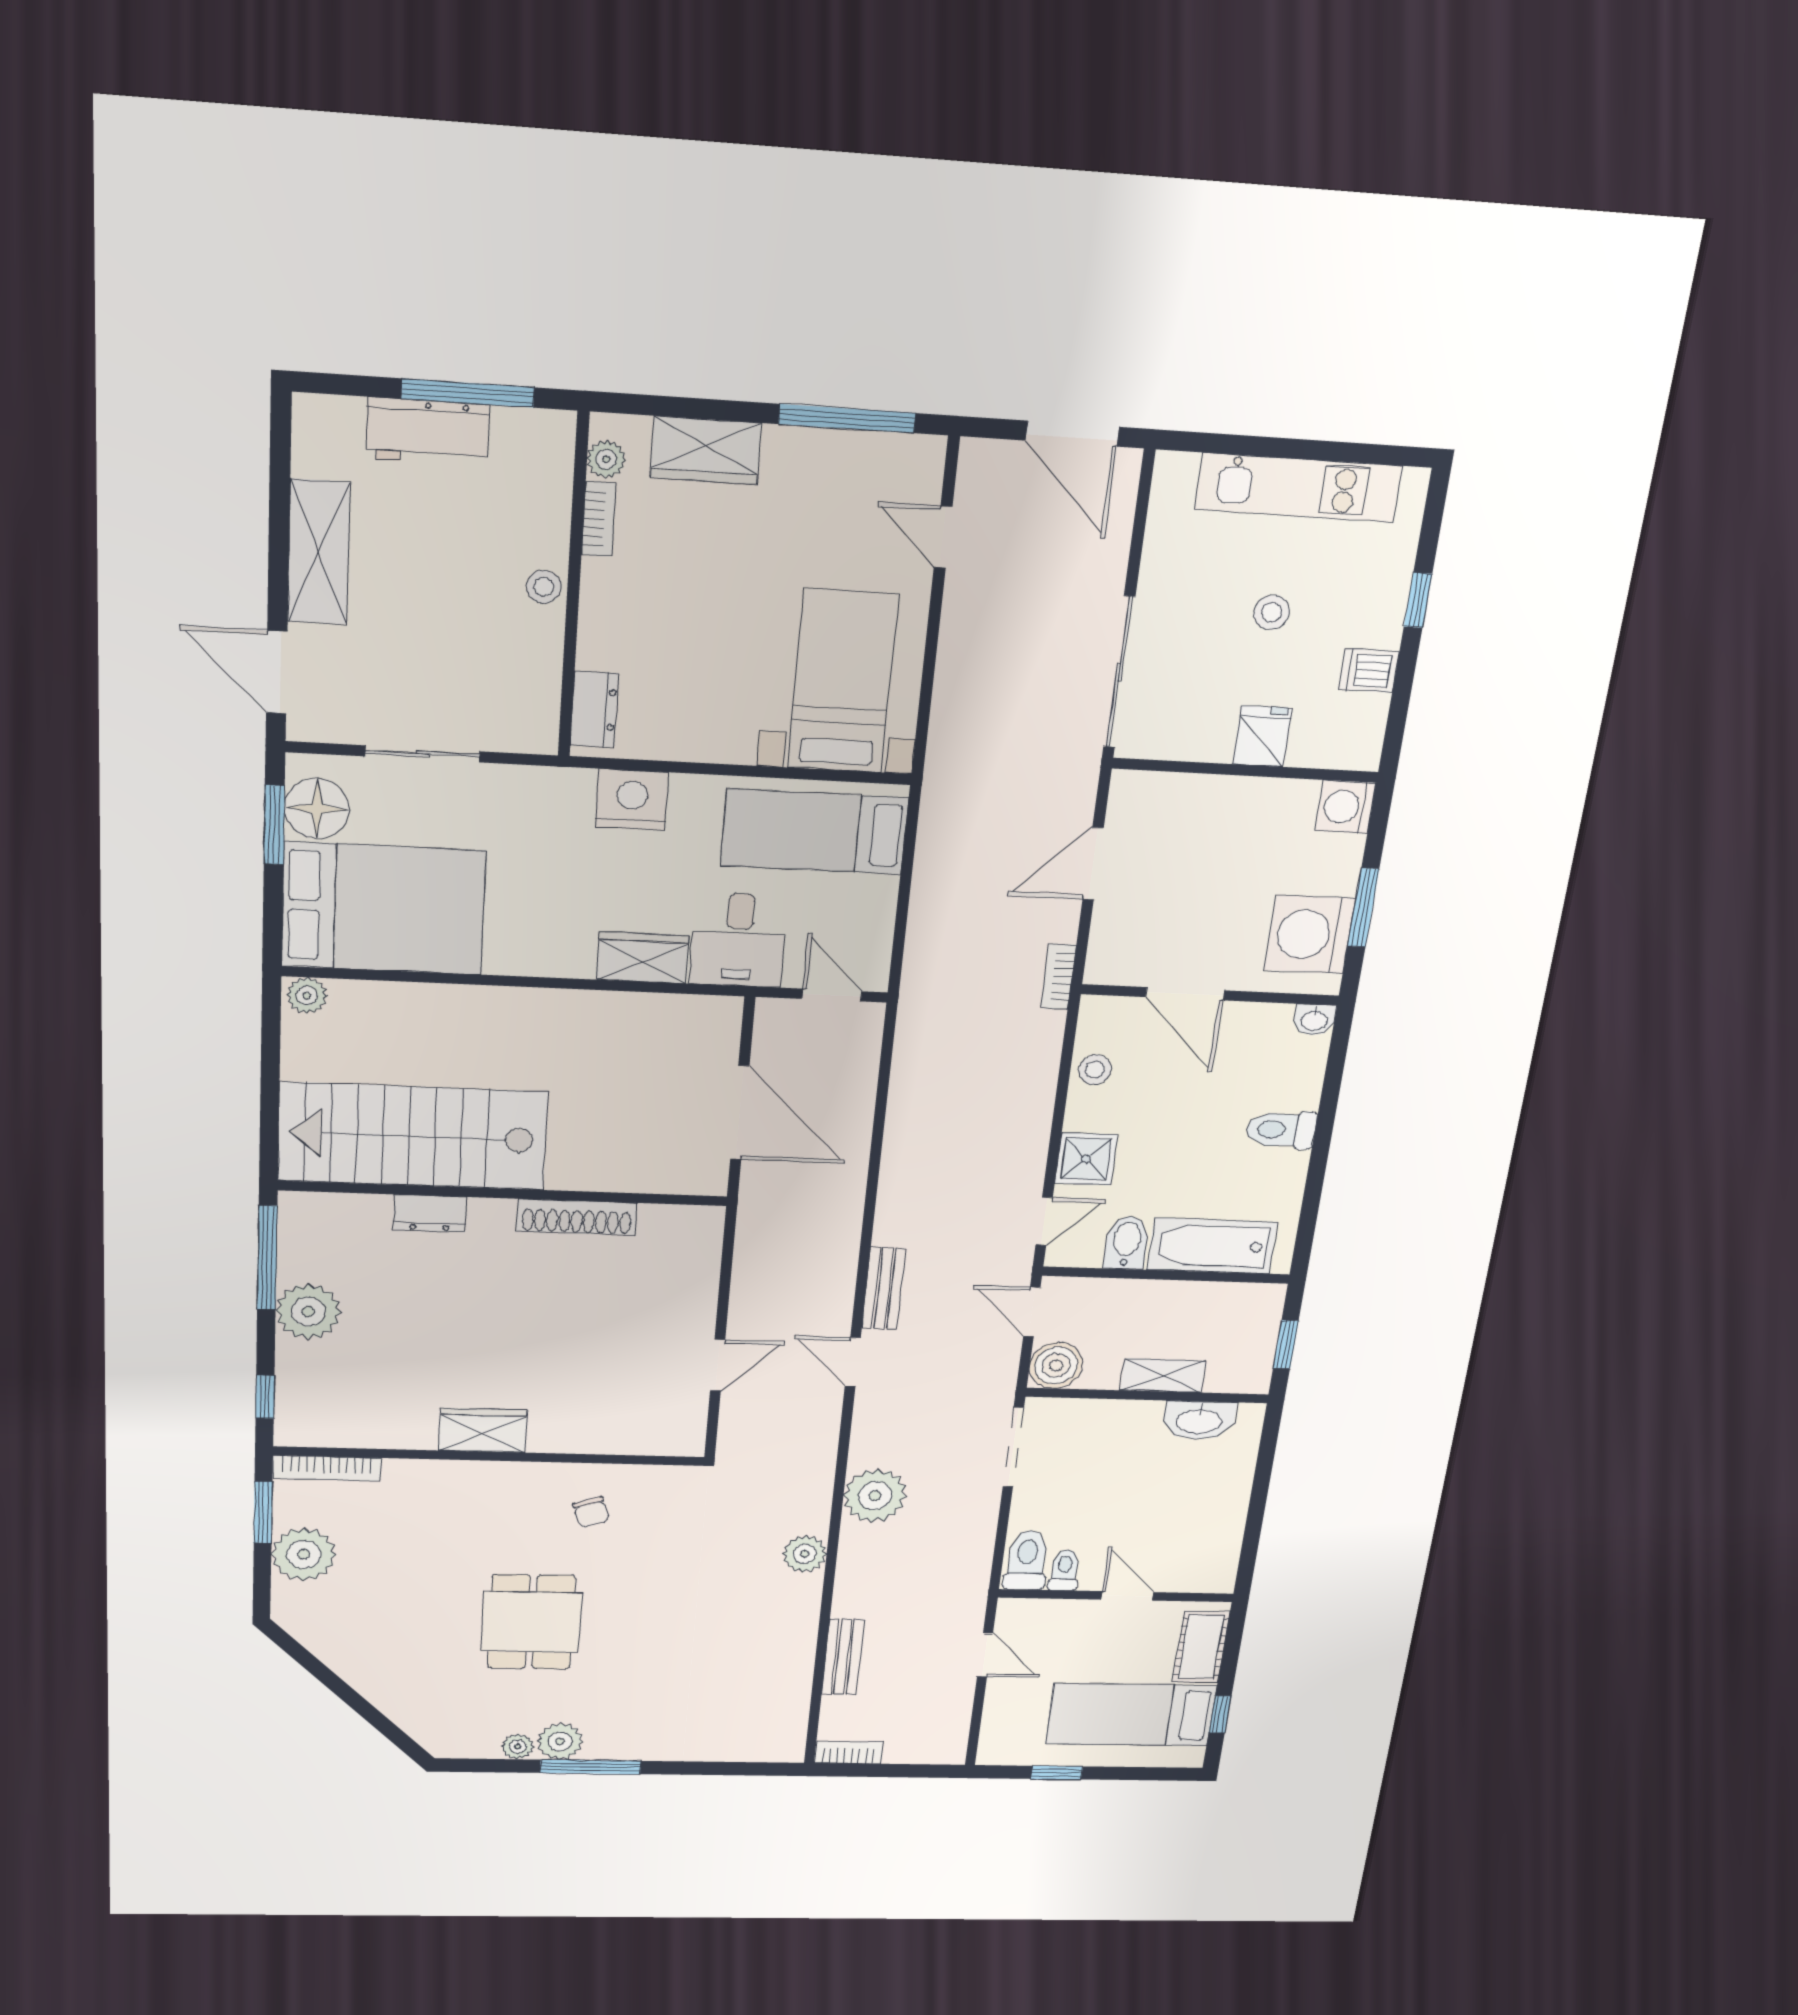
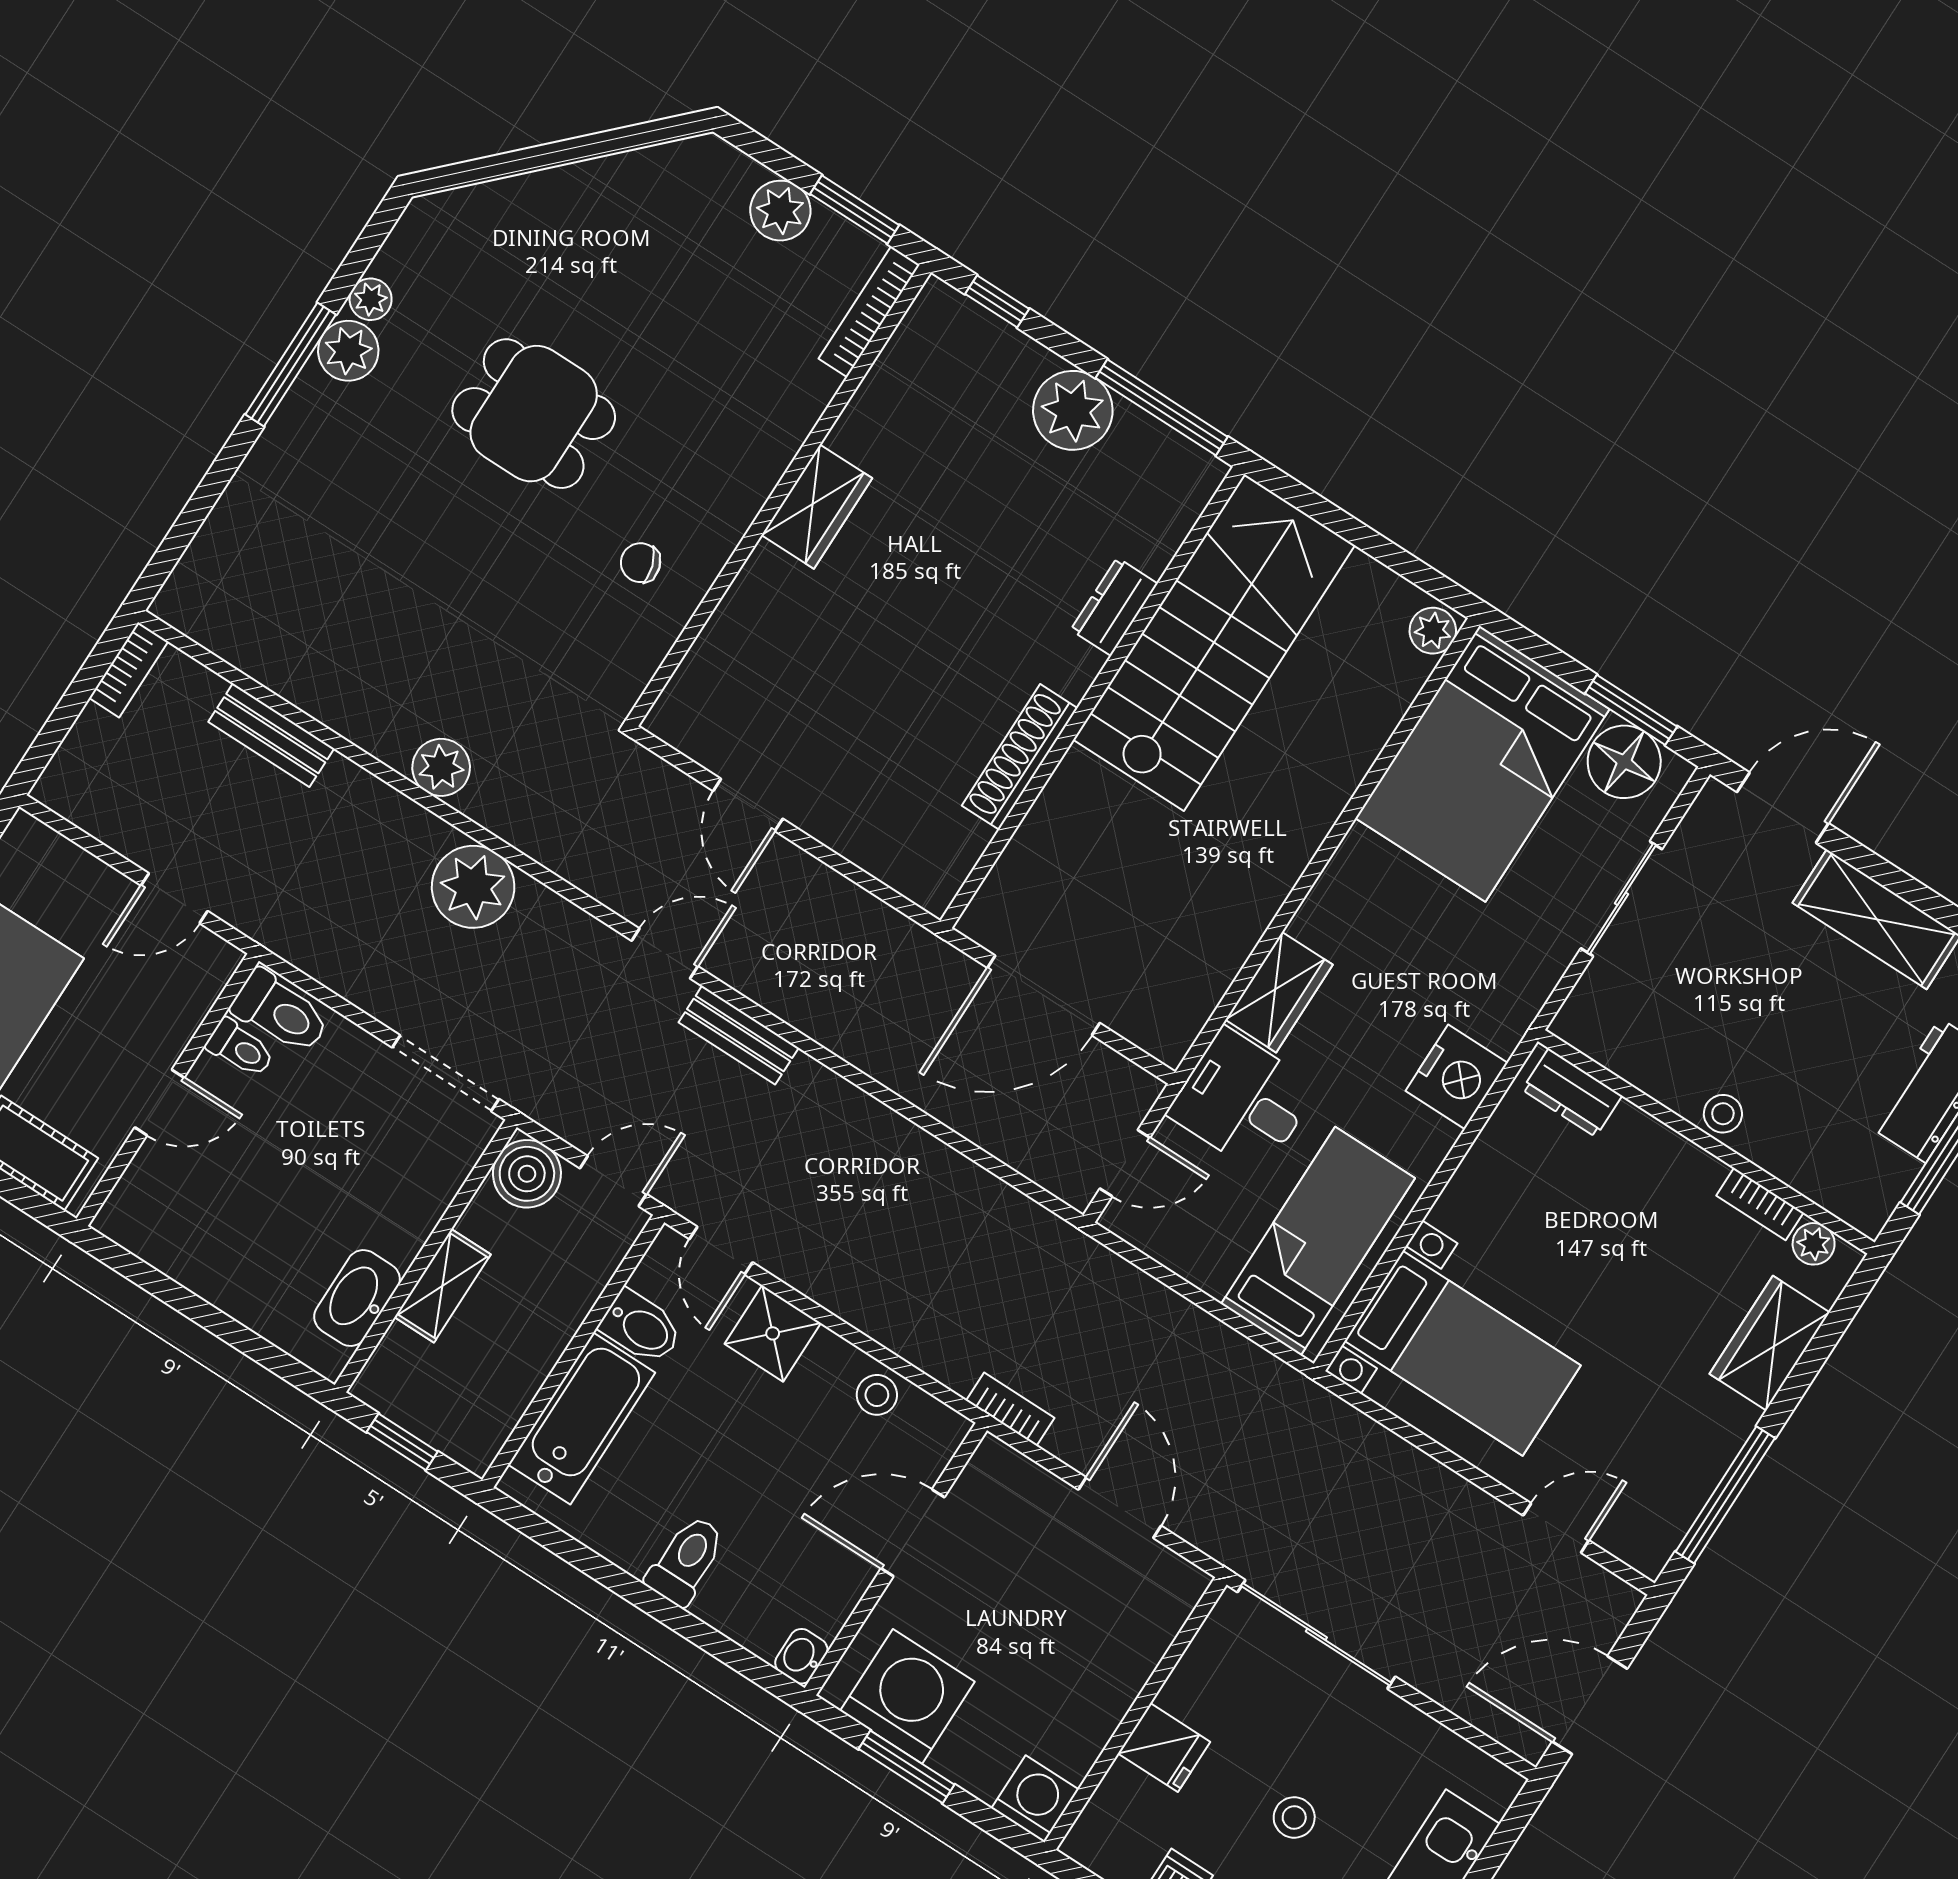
plant: (304, 1554) -> (780, 211), width x0.73, depth x0.73

